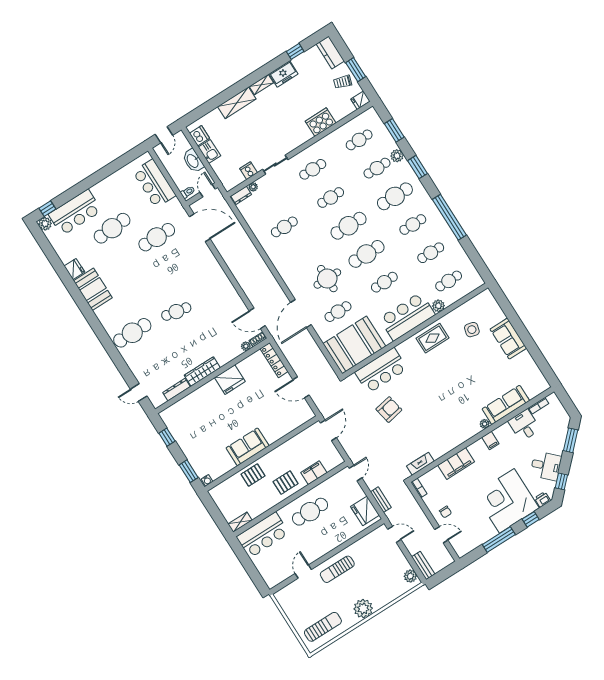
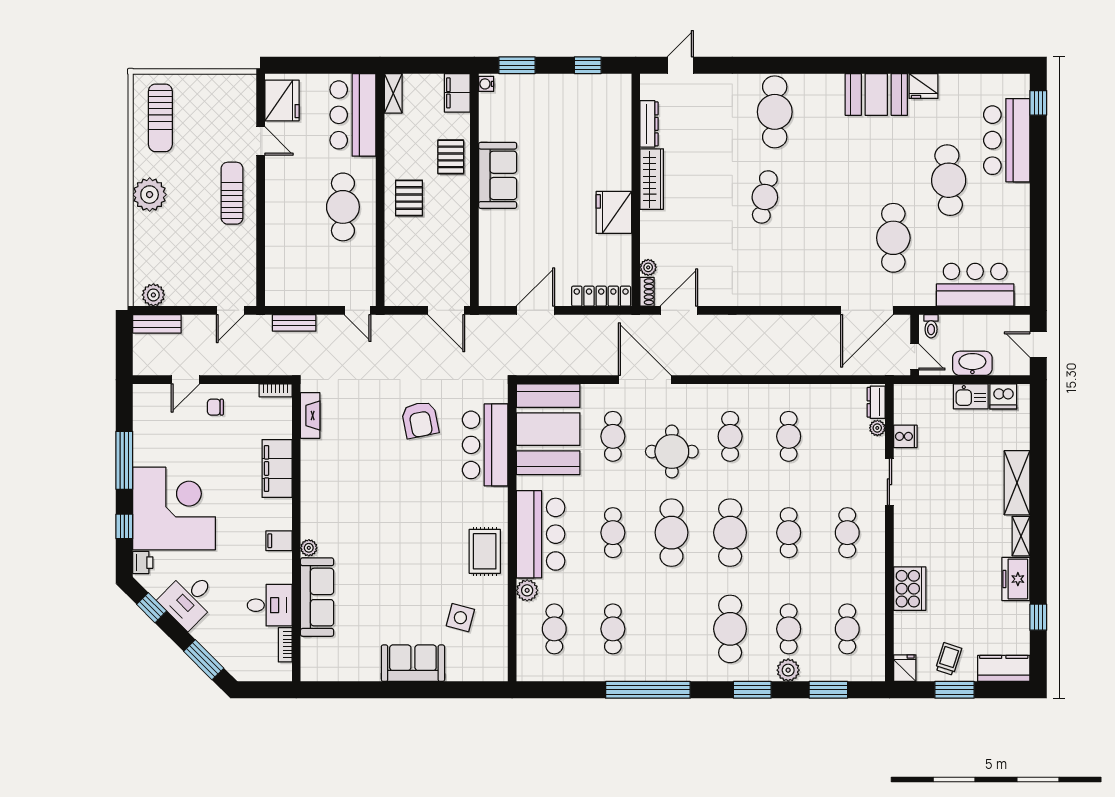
plant: (45, 224) -> (1018, 85), removed
cafe table: (413, 225) -> (730, 436), moved
filing cabinet: (314, 473) -> (457, 93), moved, turned 180
fridge: (365, 511) -> (282, 100), moved, turned 90

